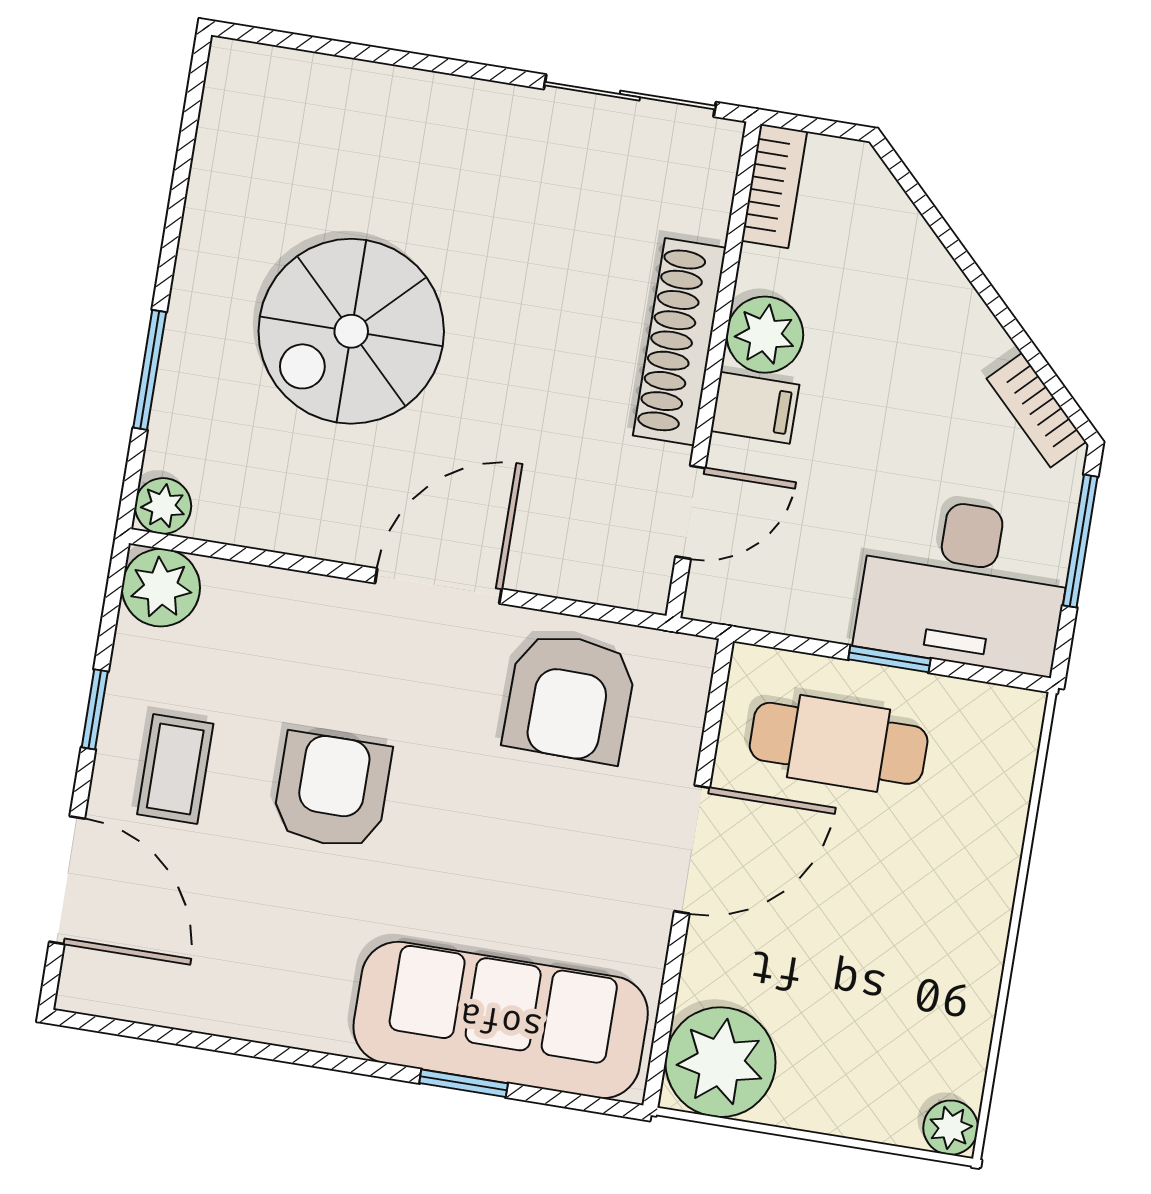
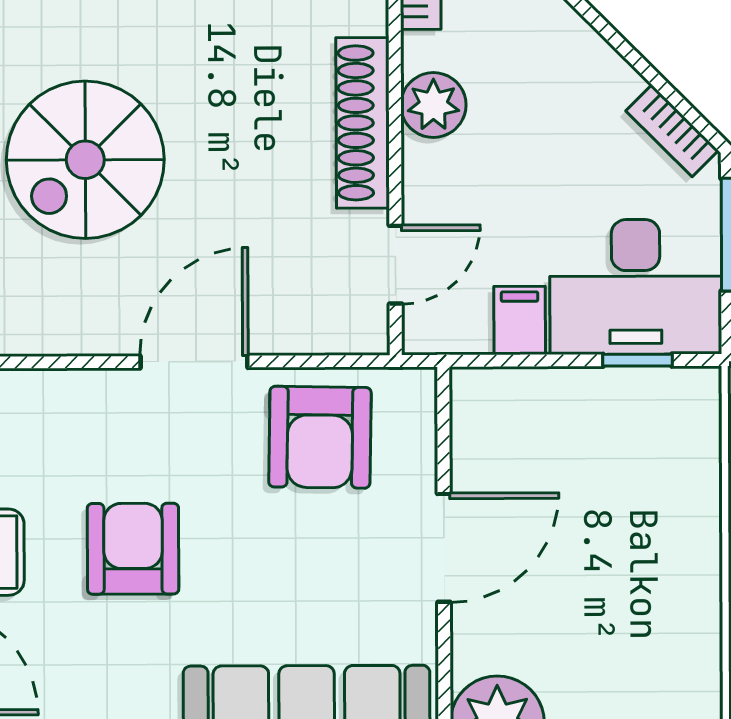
filing cabinet: (755, 408) -> (520, 321), moved, turned -90
window: (889, 659) -> (637, 360), moved
cafe table: (839, 743) -> (552, 438), removed

